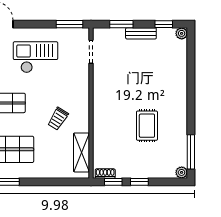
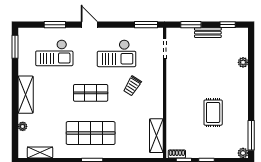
plant: (182, 33) -> (243, 62), moved
checkout: (35, 57) -> (117, 53), turned 180
trolley: (58, 119) -> (132, 86), moved

